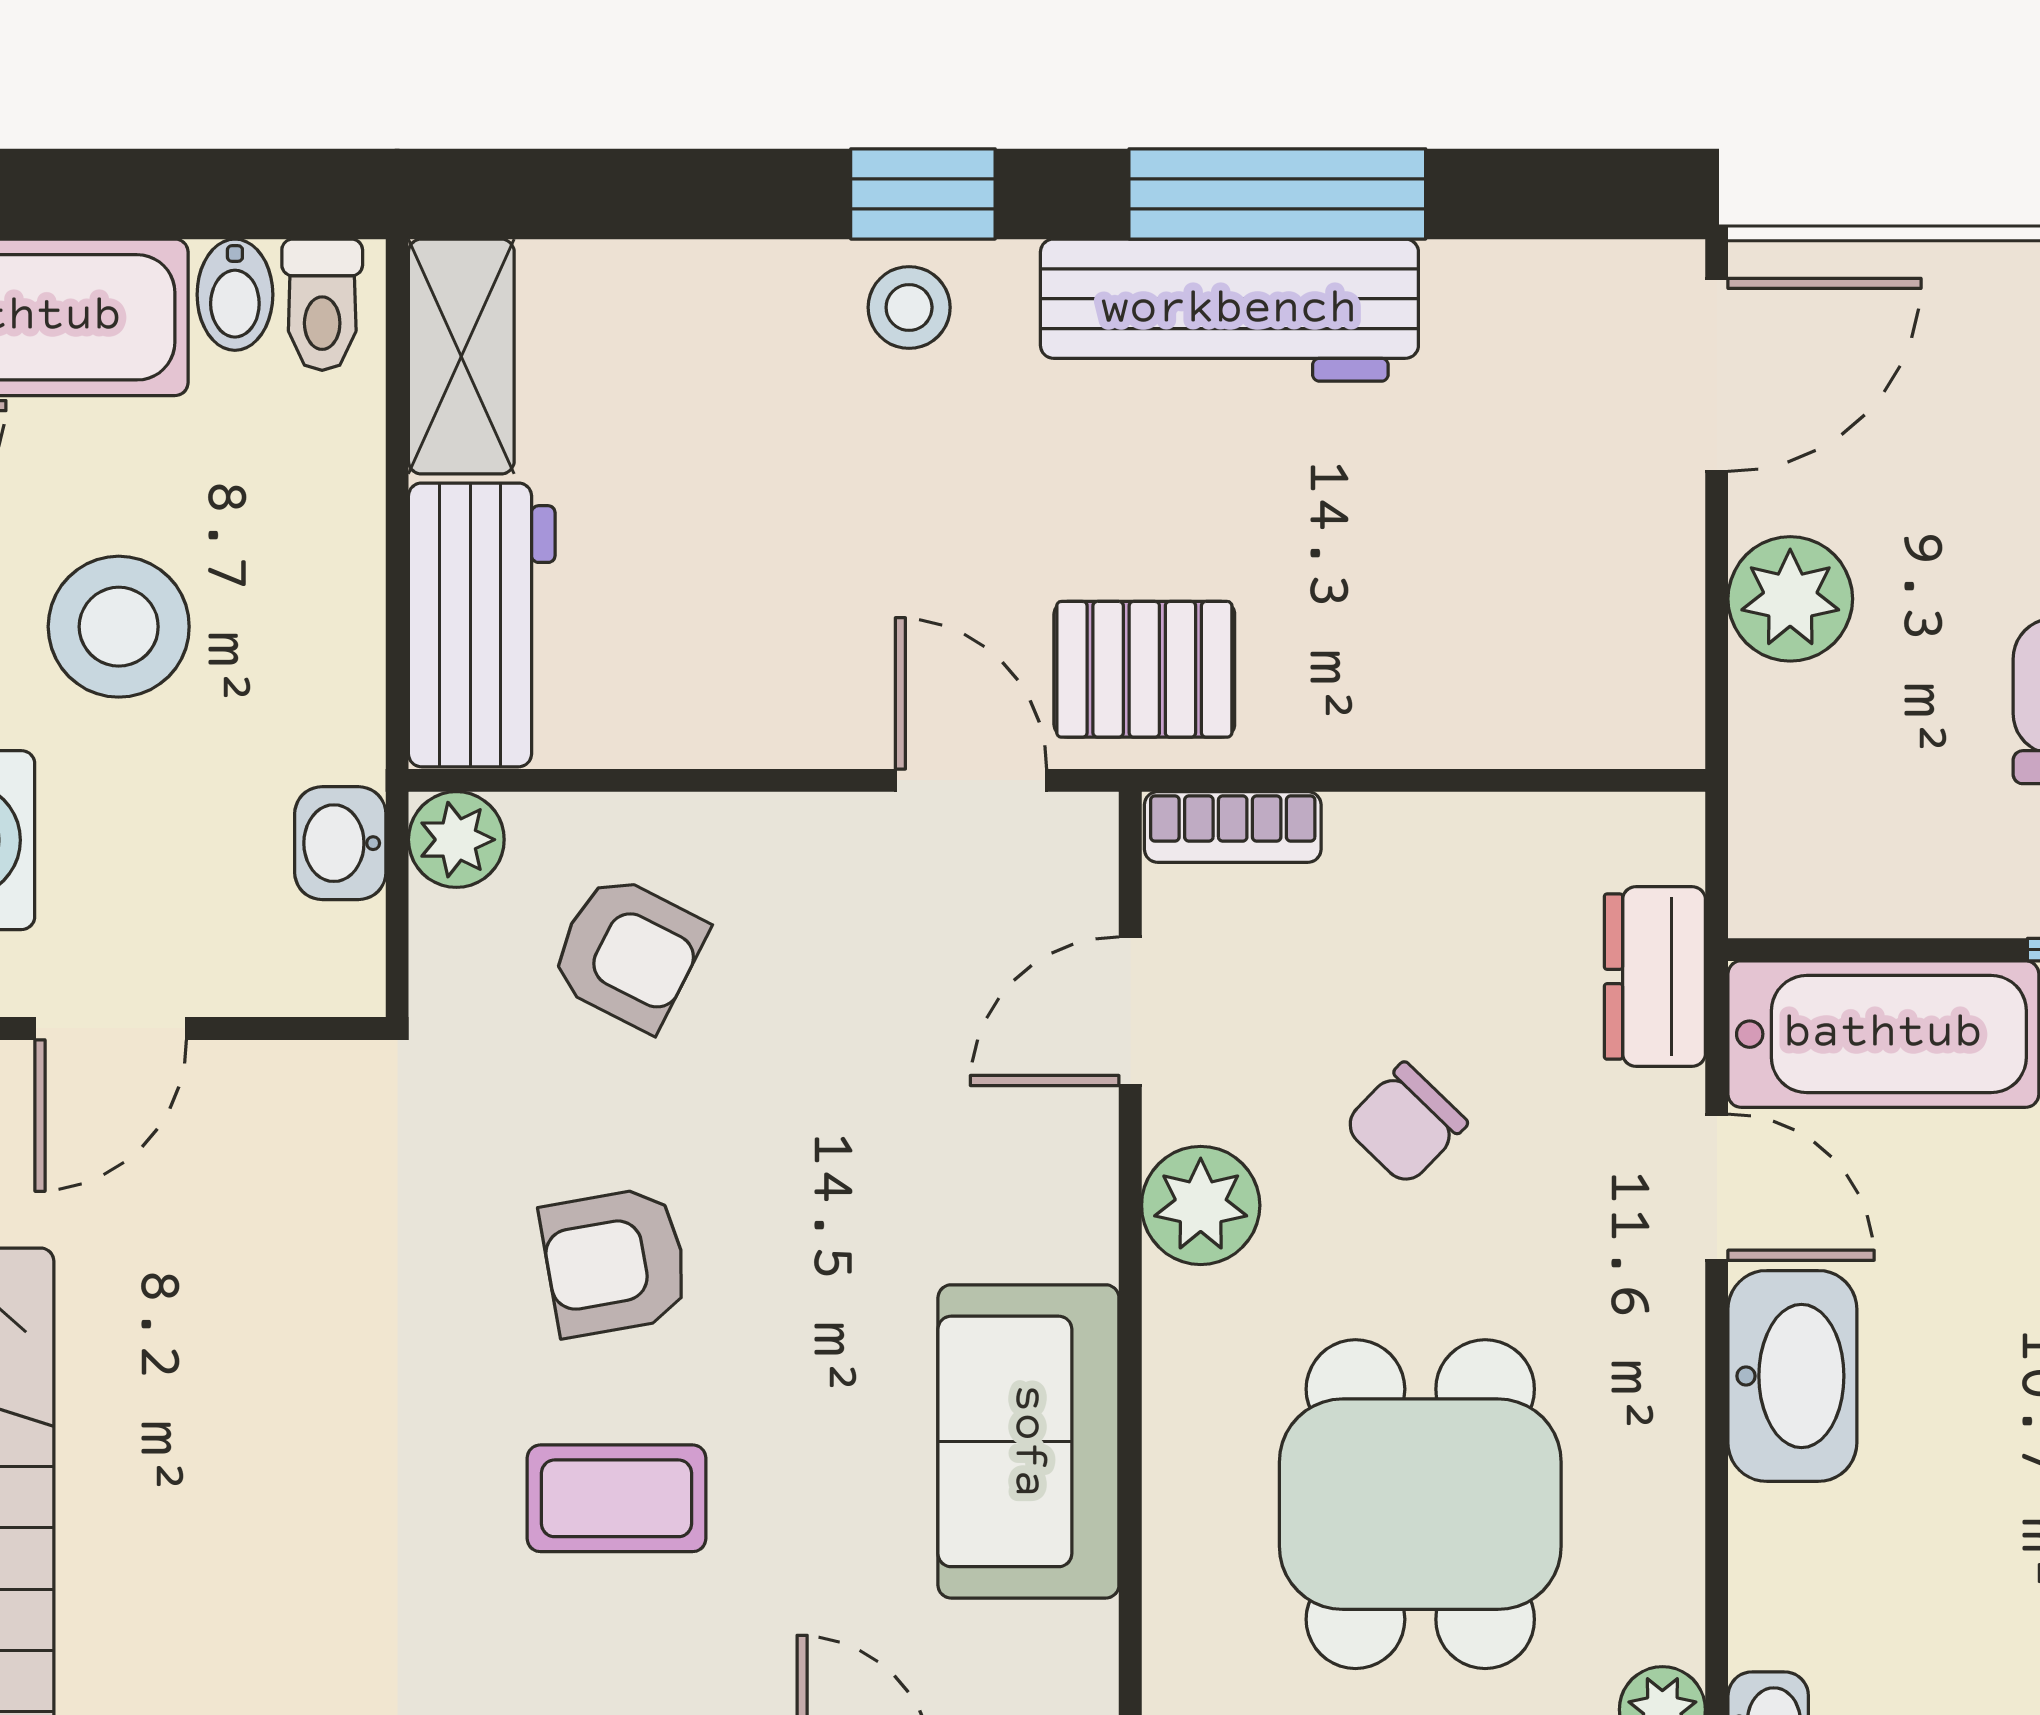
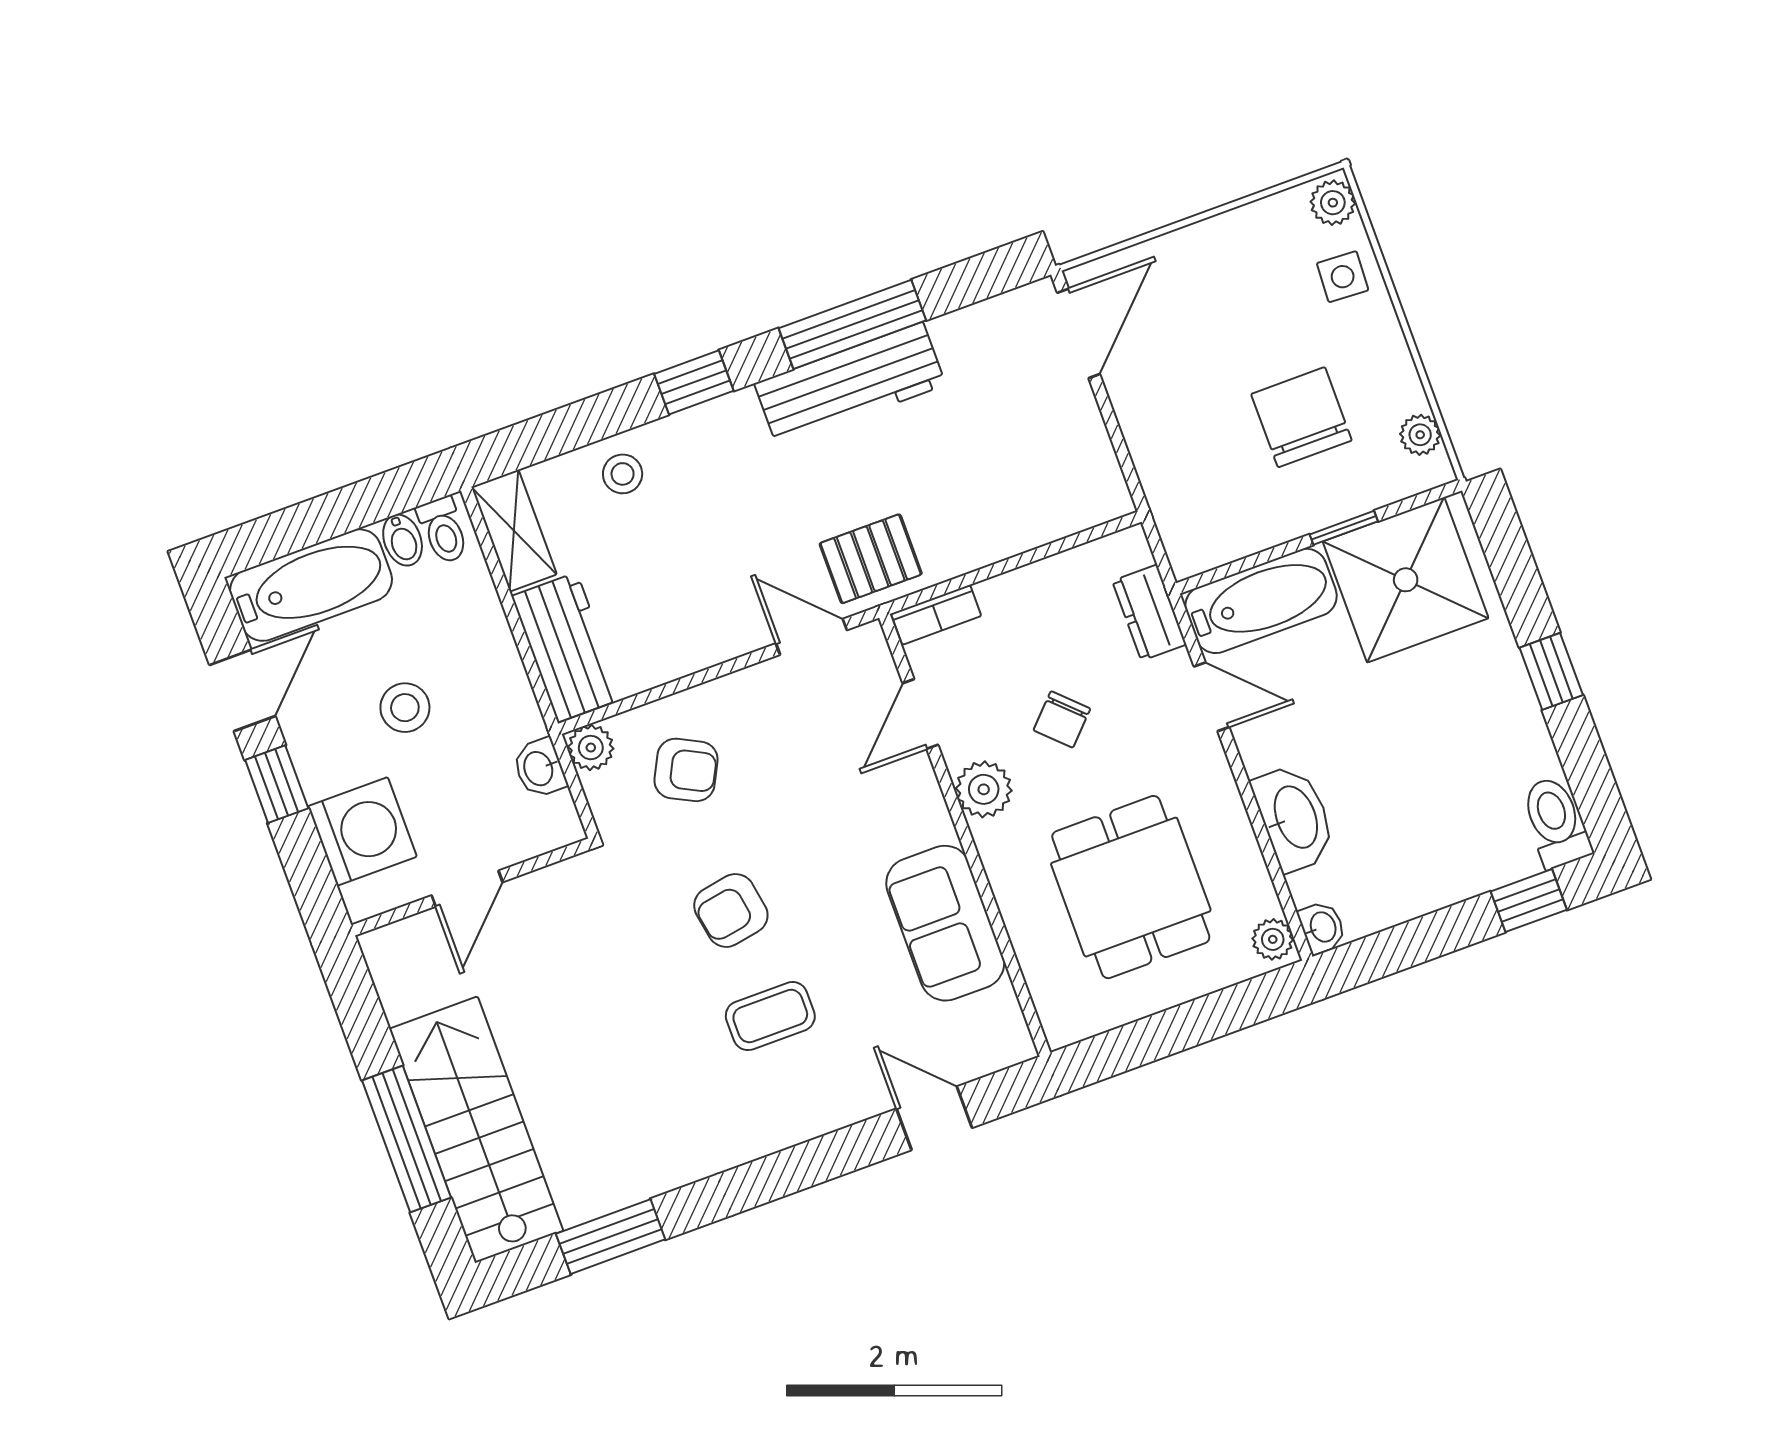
stool: (909, 307) -> (623, 474), moved
plant: (1790, 599) -> (1148, 422), removed
stool: (119, 627) -> (405, 708), width x0.73, depth x0.73
washbasin: (1792, 1376) -> (1294, 818), moved

